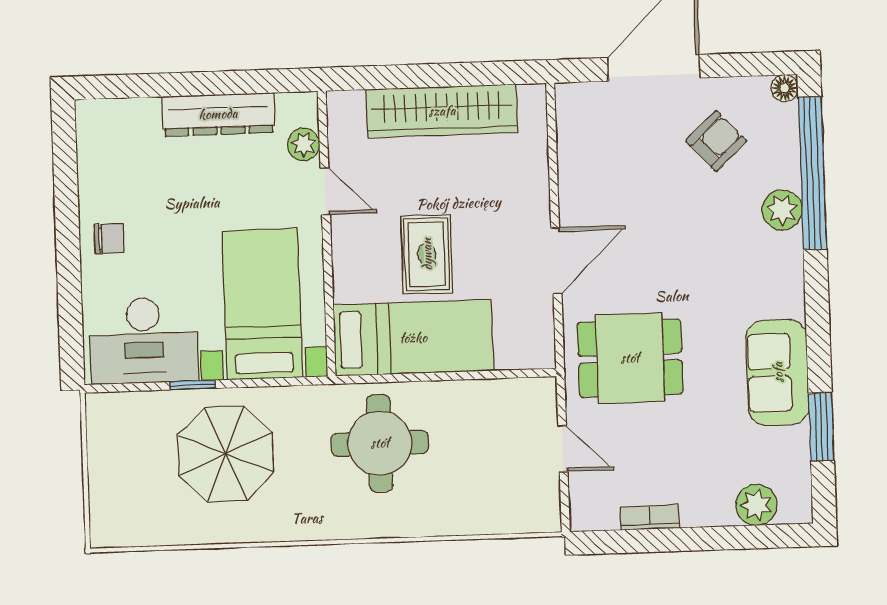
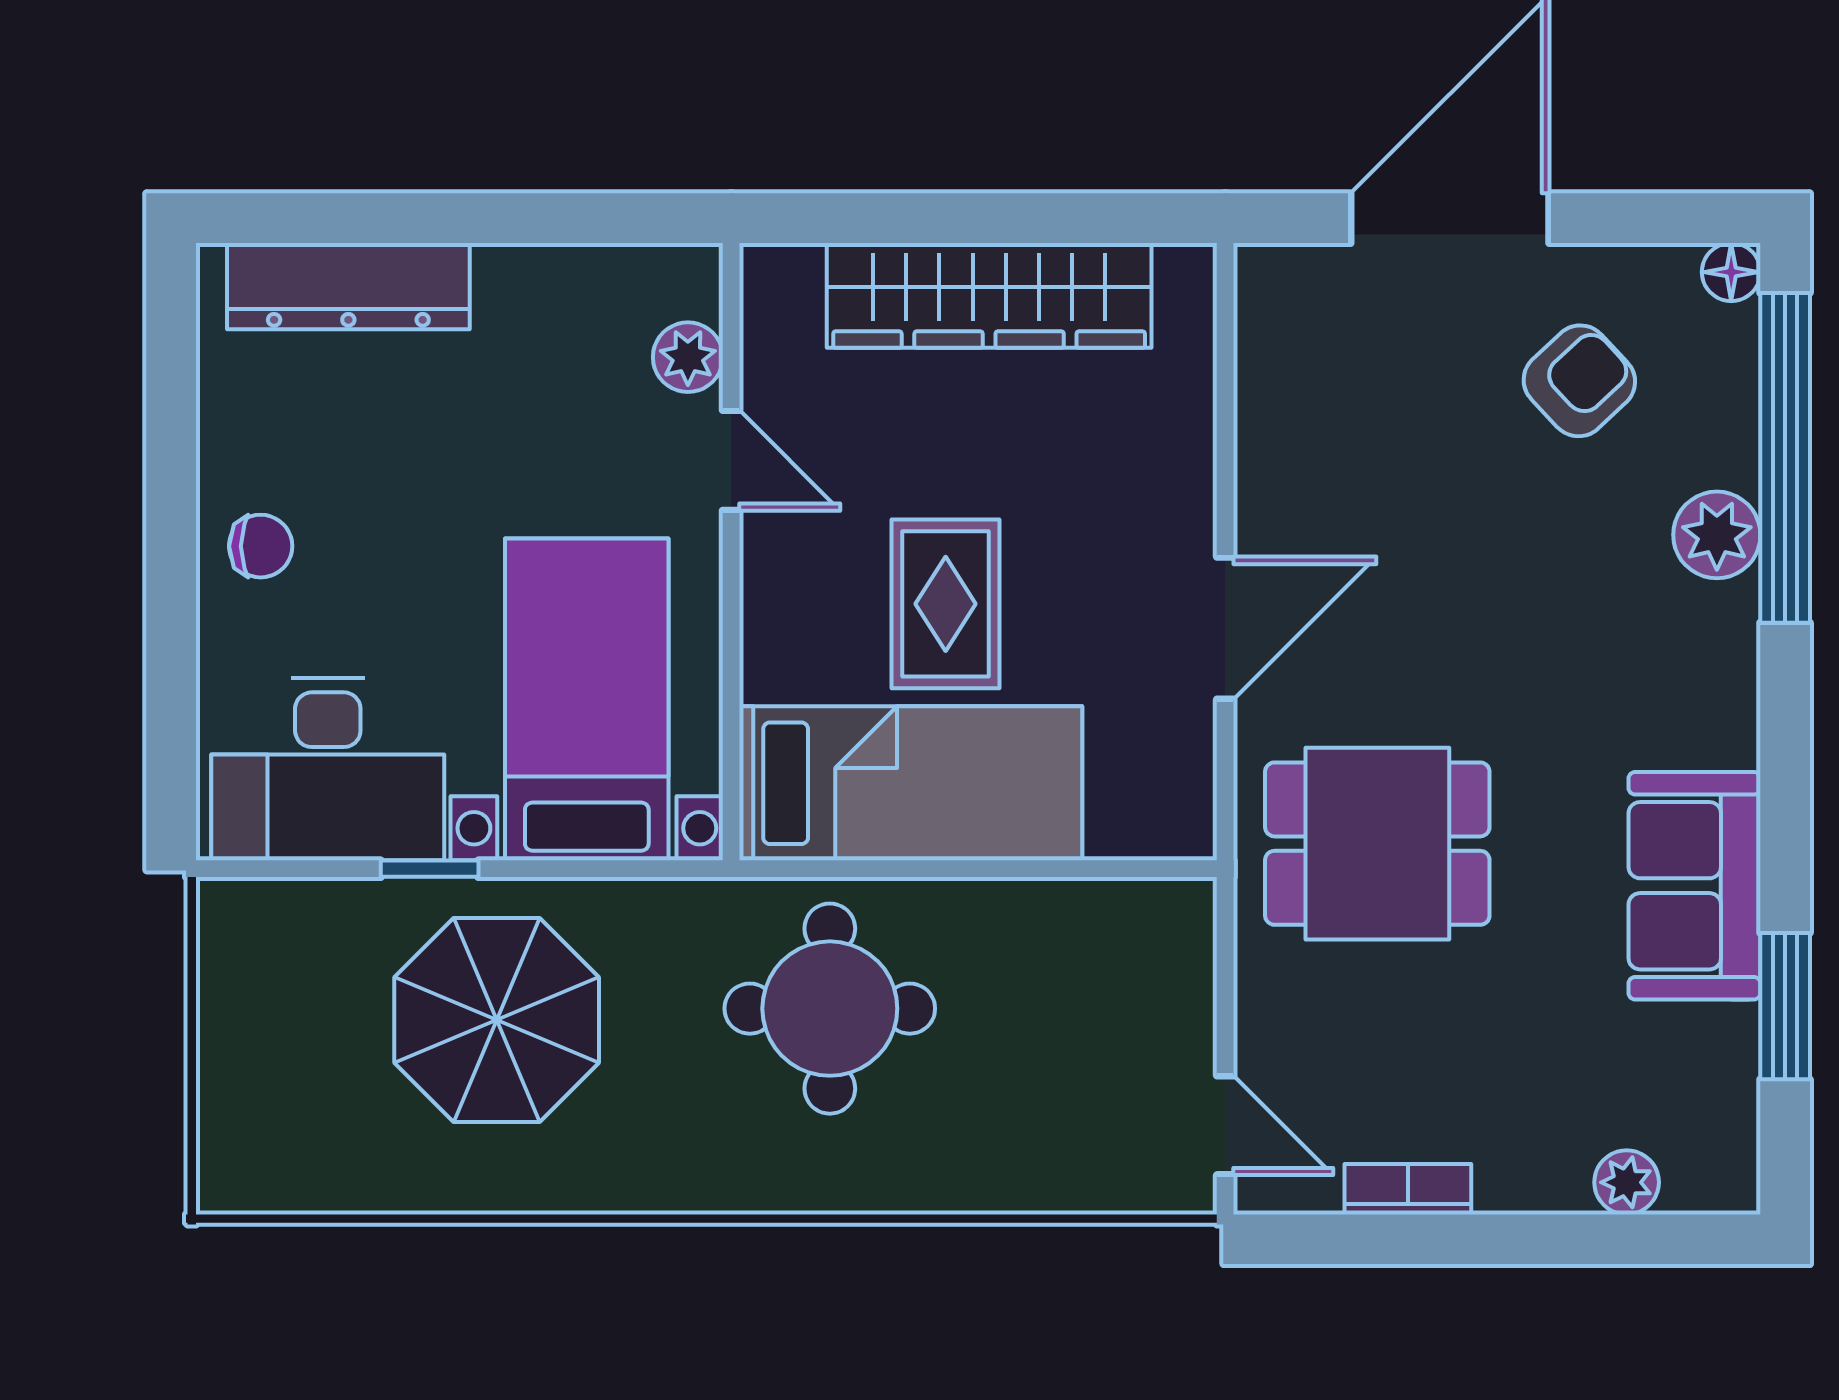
dresser: (218, 114) -> (348, 286), moved
door: (563, 449) -> (1225, 1125), moved
plant: (756, 505) -> (1627, 1182), width x0.73, depth x0.73

